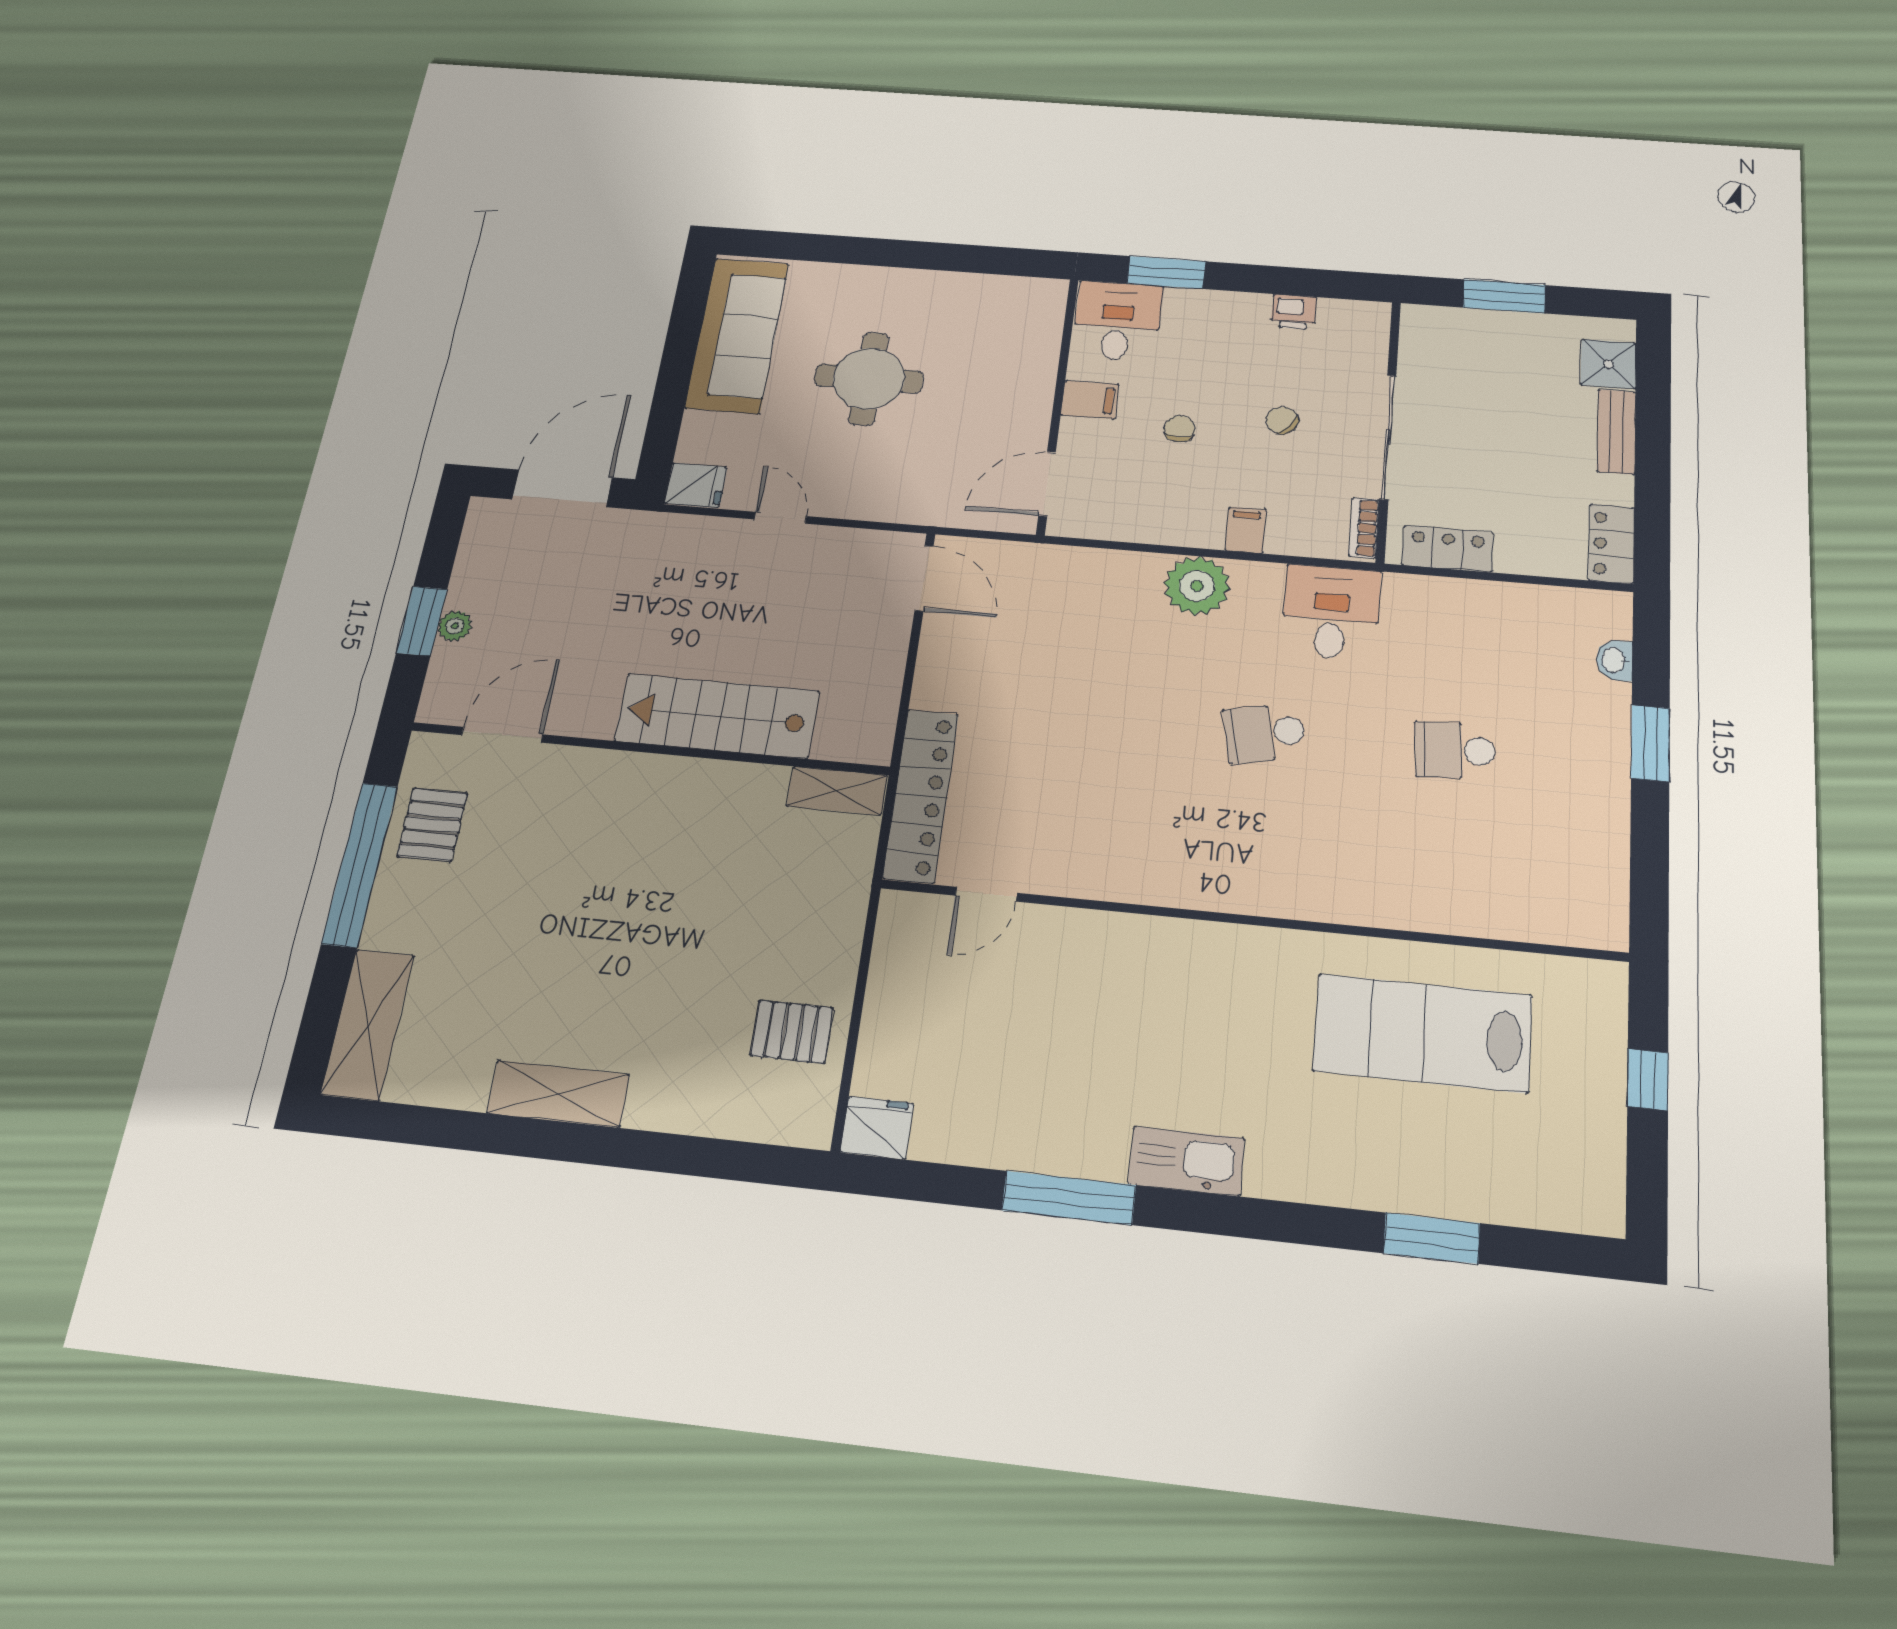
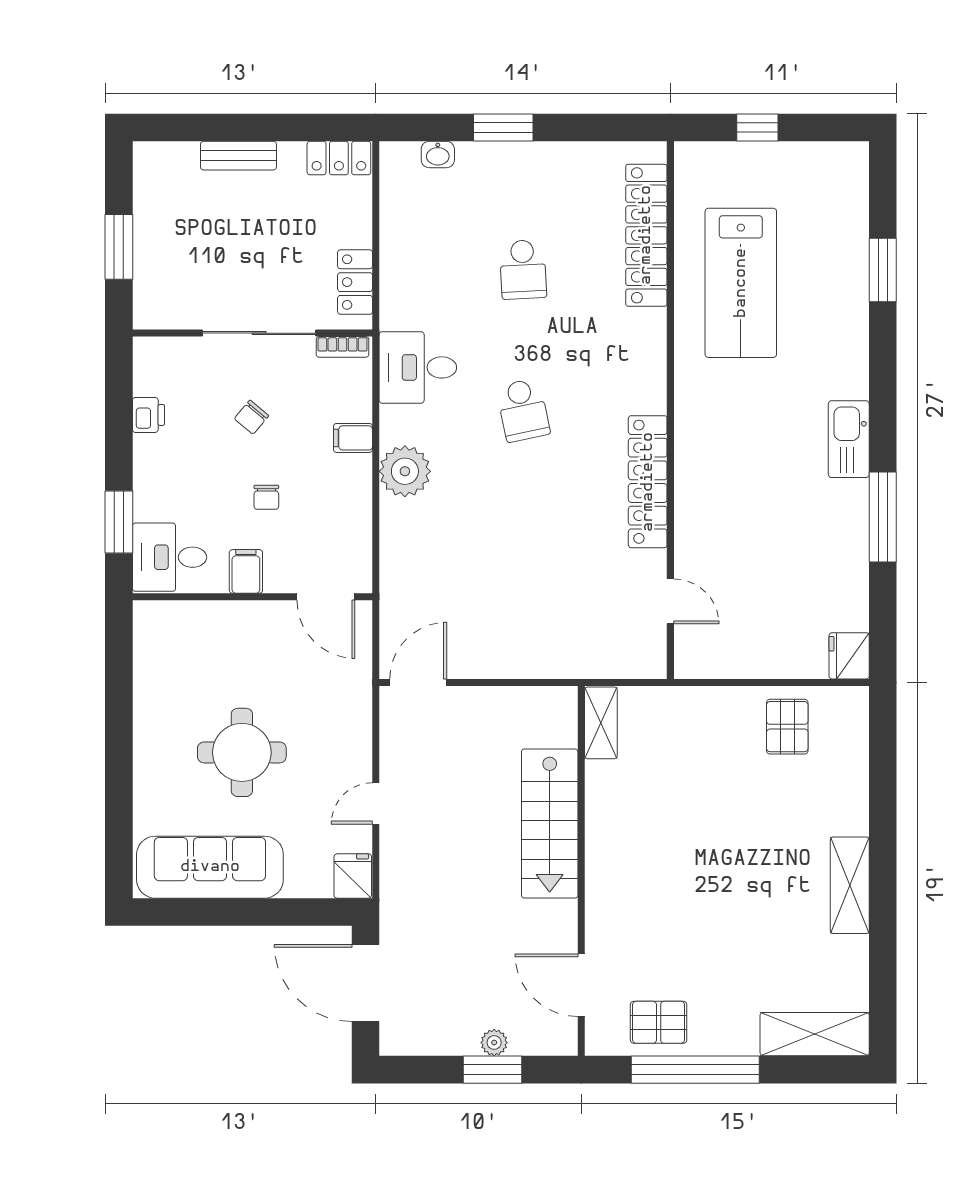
shower: (1608, 364) -> (176, 163), removed
chair: (1180, 429) -> (266, 497), turned -90
locker: (921, 795) -> (648, 482), moved, turned -90
locker: (1496, 912) -> (646, 235), added

